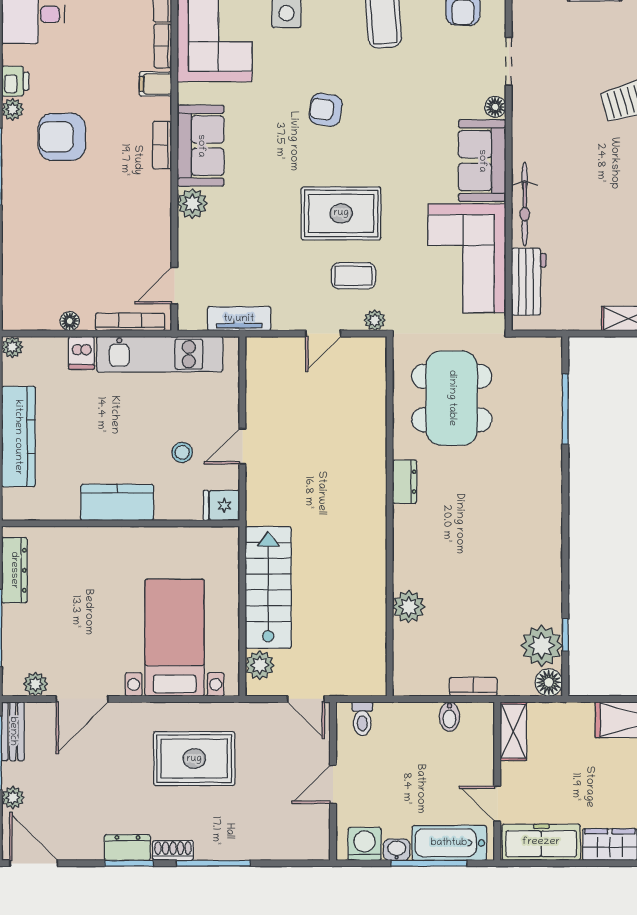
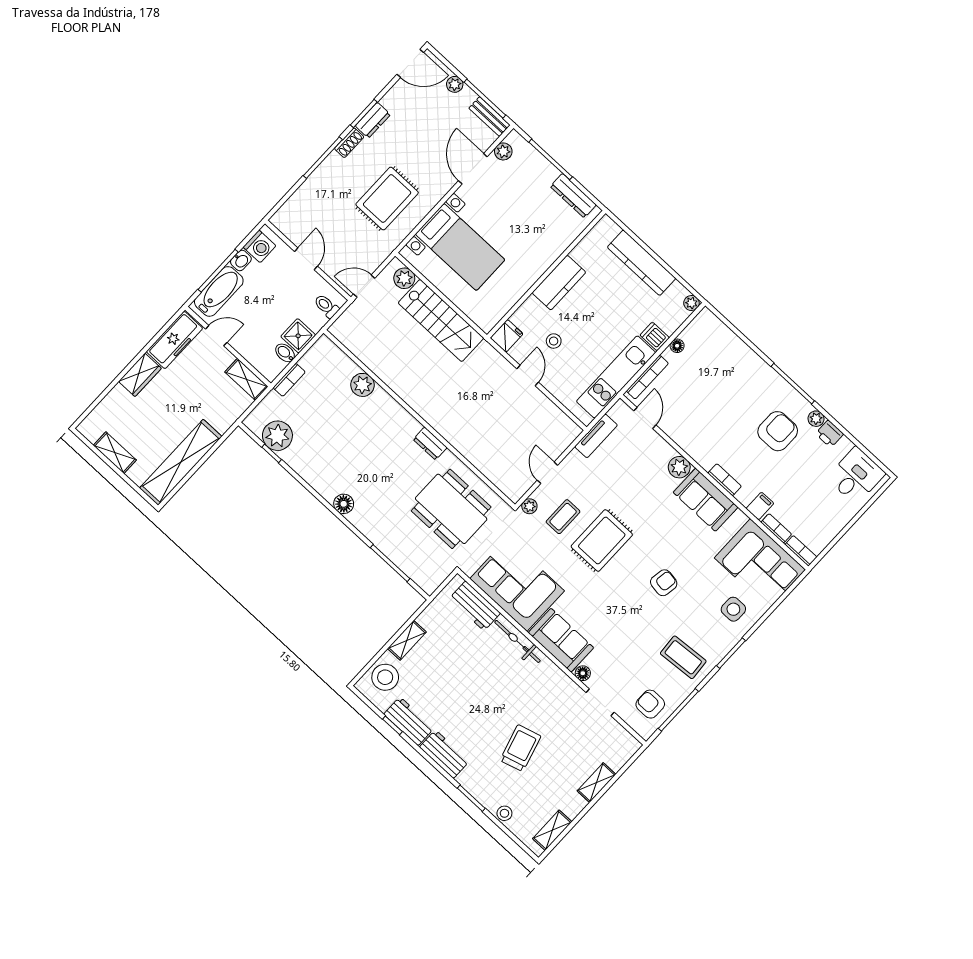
floor lamp: (549, 682) -> (344, 504), moved
shower: (420, 719) -> (298, 336), added

